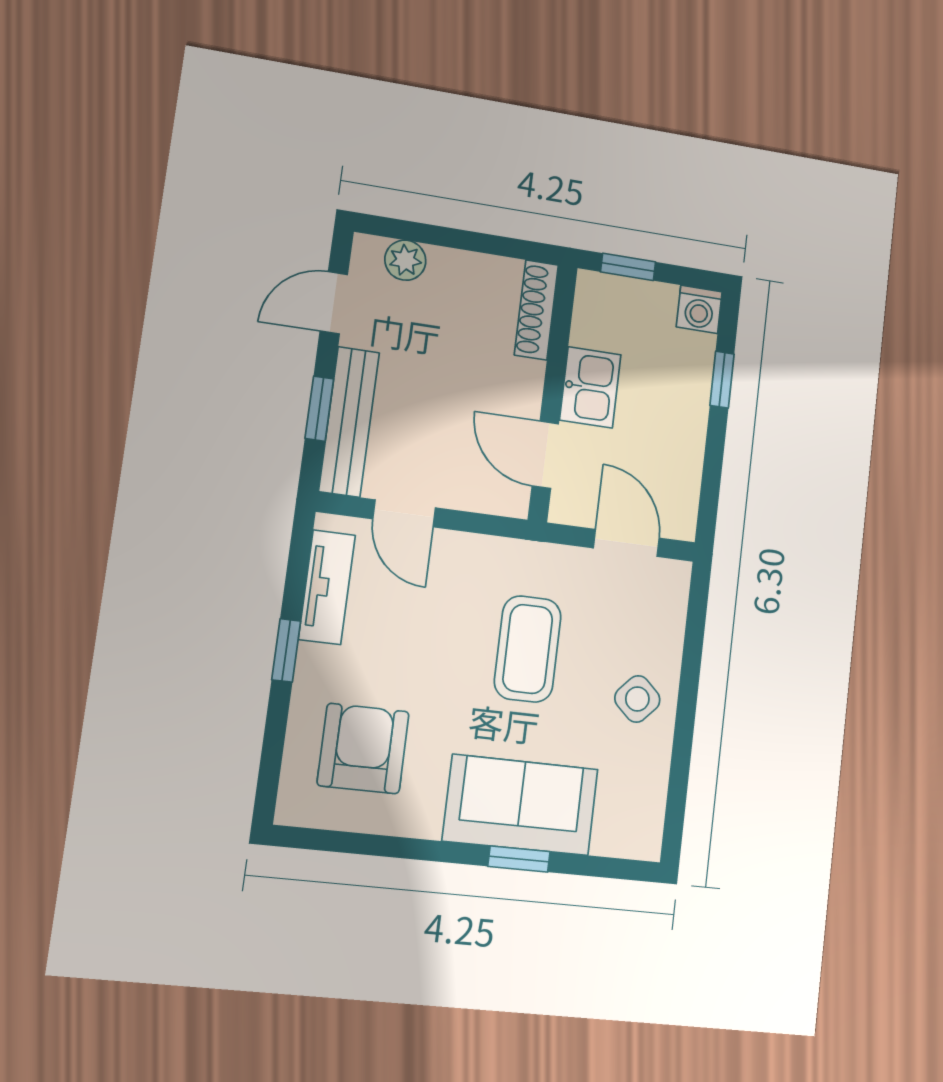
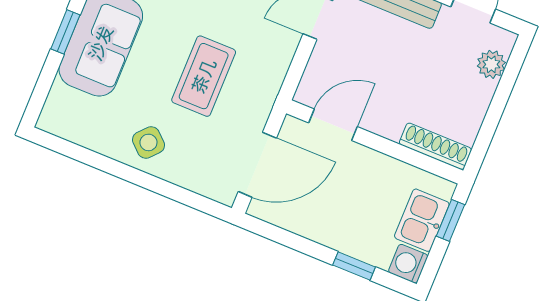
kitchen sink: (590, 387) -> (422, 220), moved, turned 90
door: (626, 543) -> (257, 165), width x1.38
coffee table: (528, 649) -> (204, 76), turned 90

